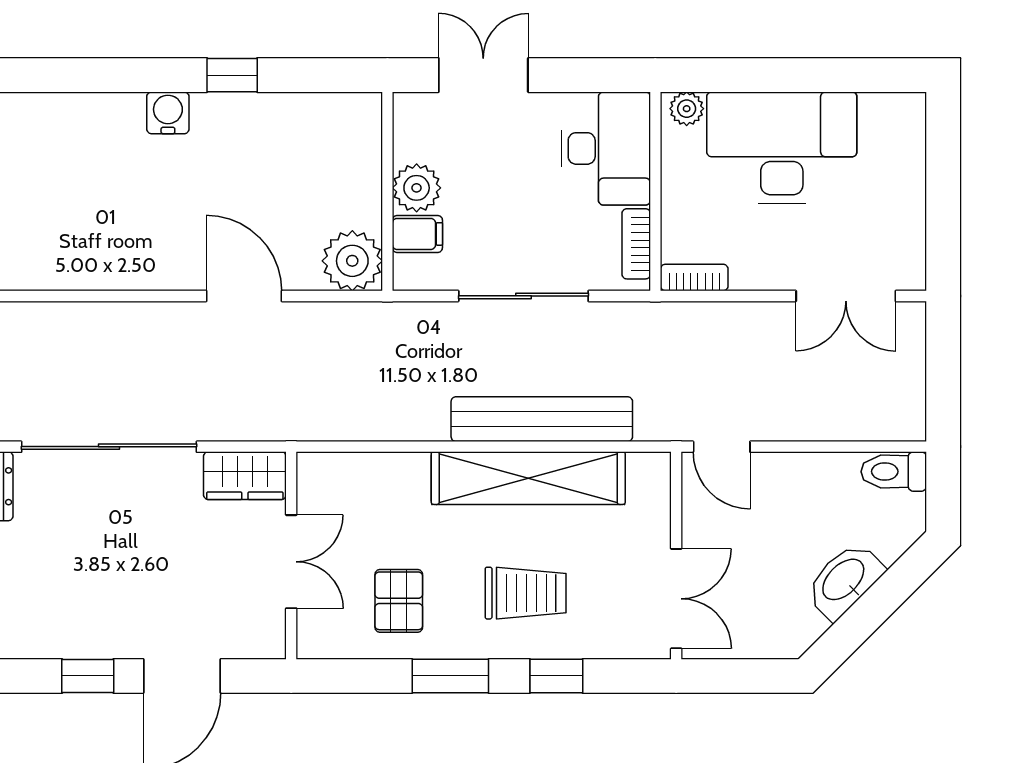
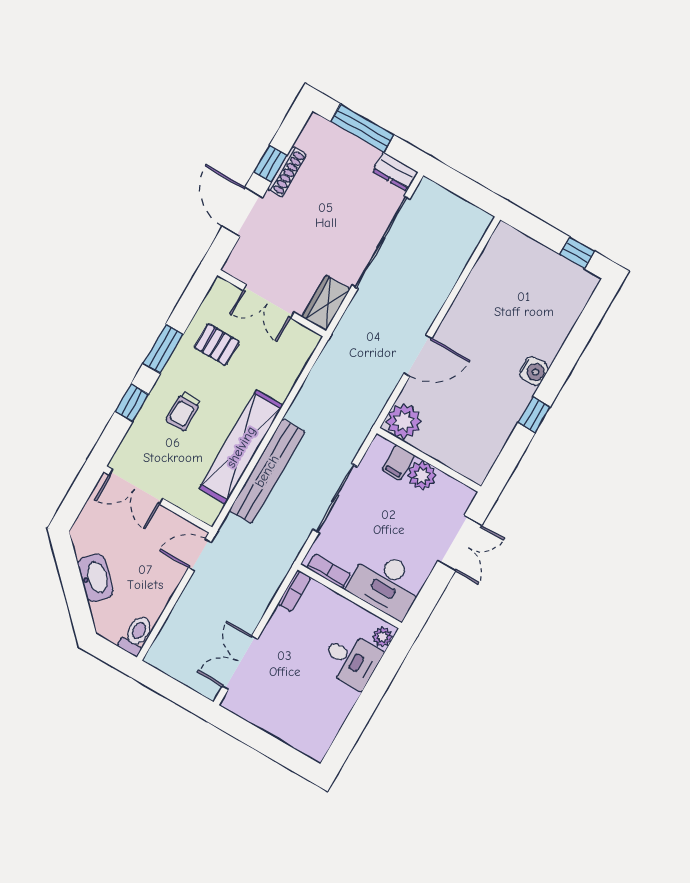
desk: (782, 148) -> (351, 660), width x0.53, depth x0.77
trolley: (526, 593) -> (183, 411), width x0.73, depth x0.72
shoe rack: (85, 645) -> (287, 172), added

